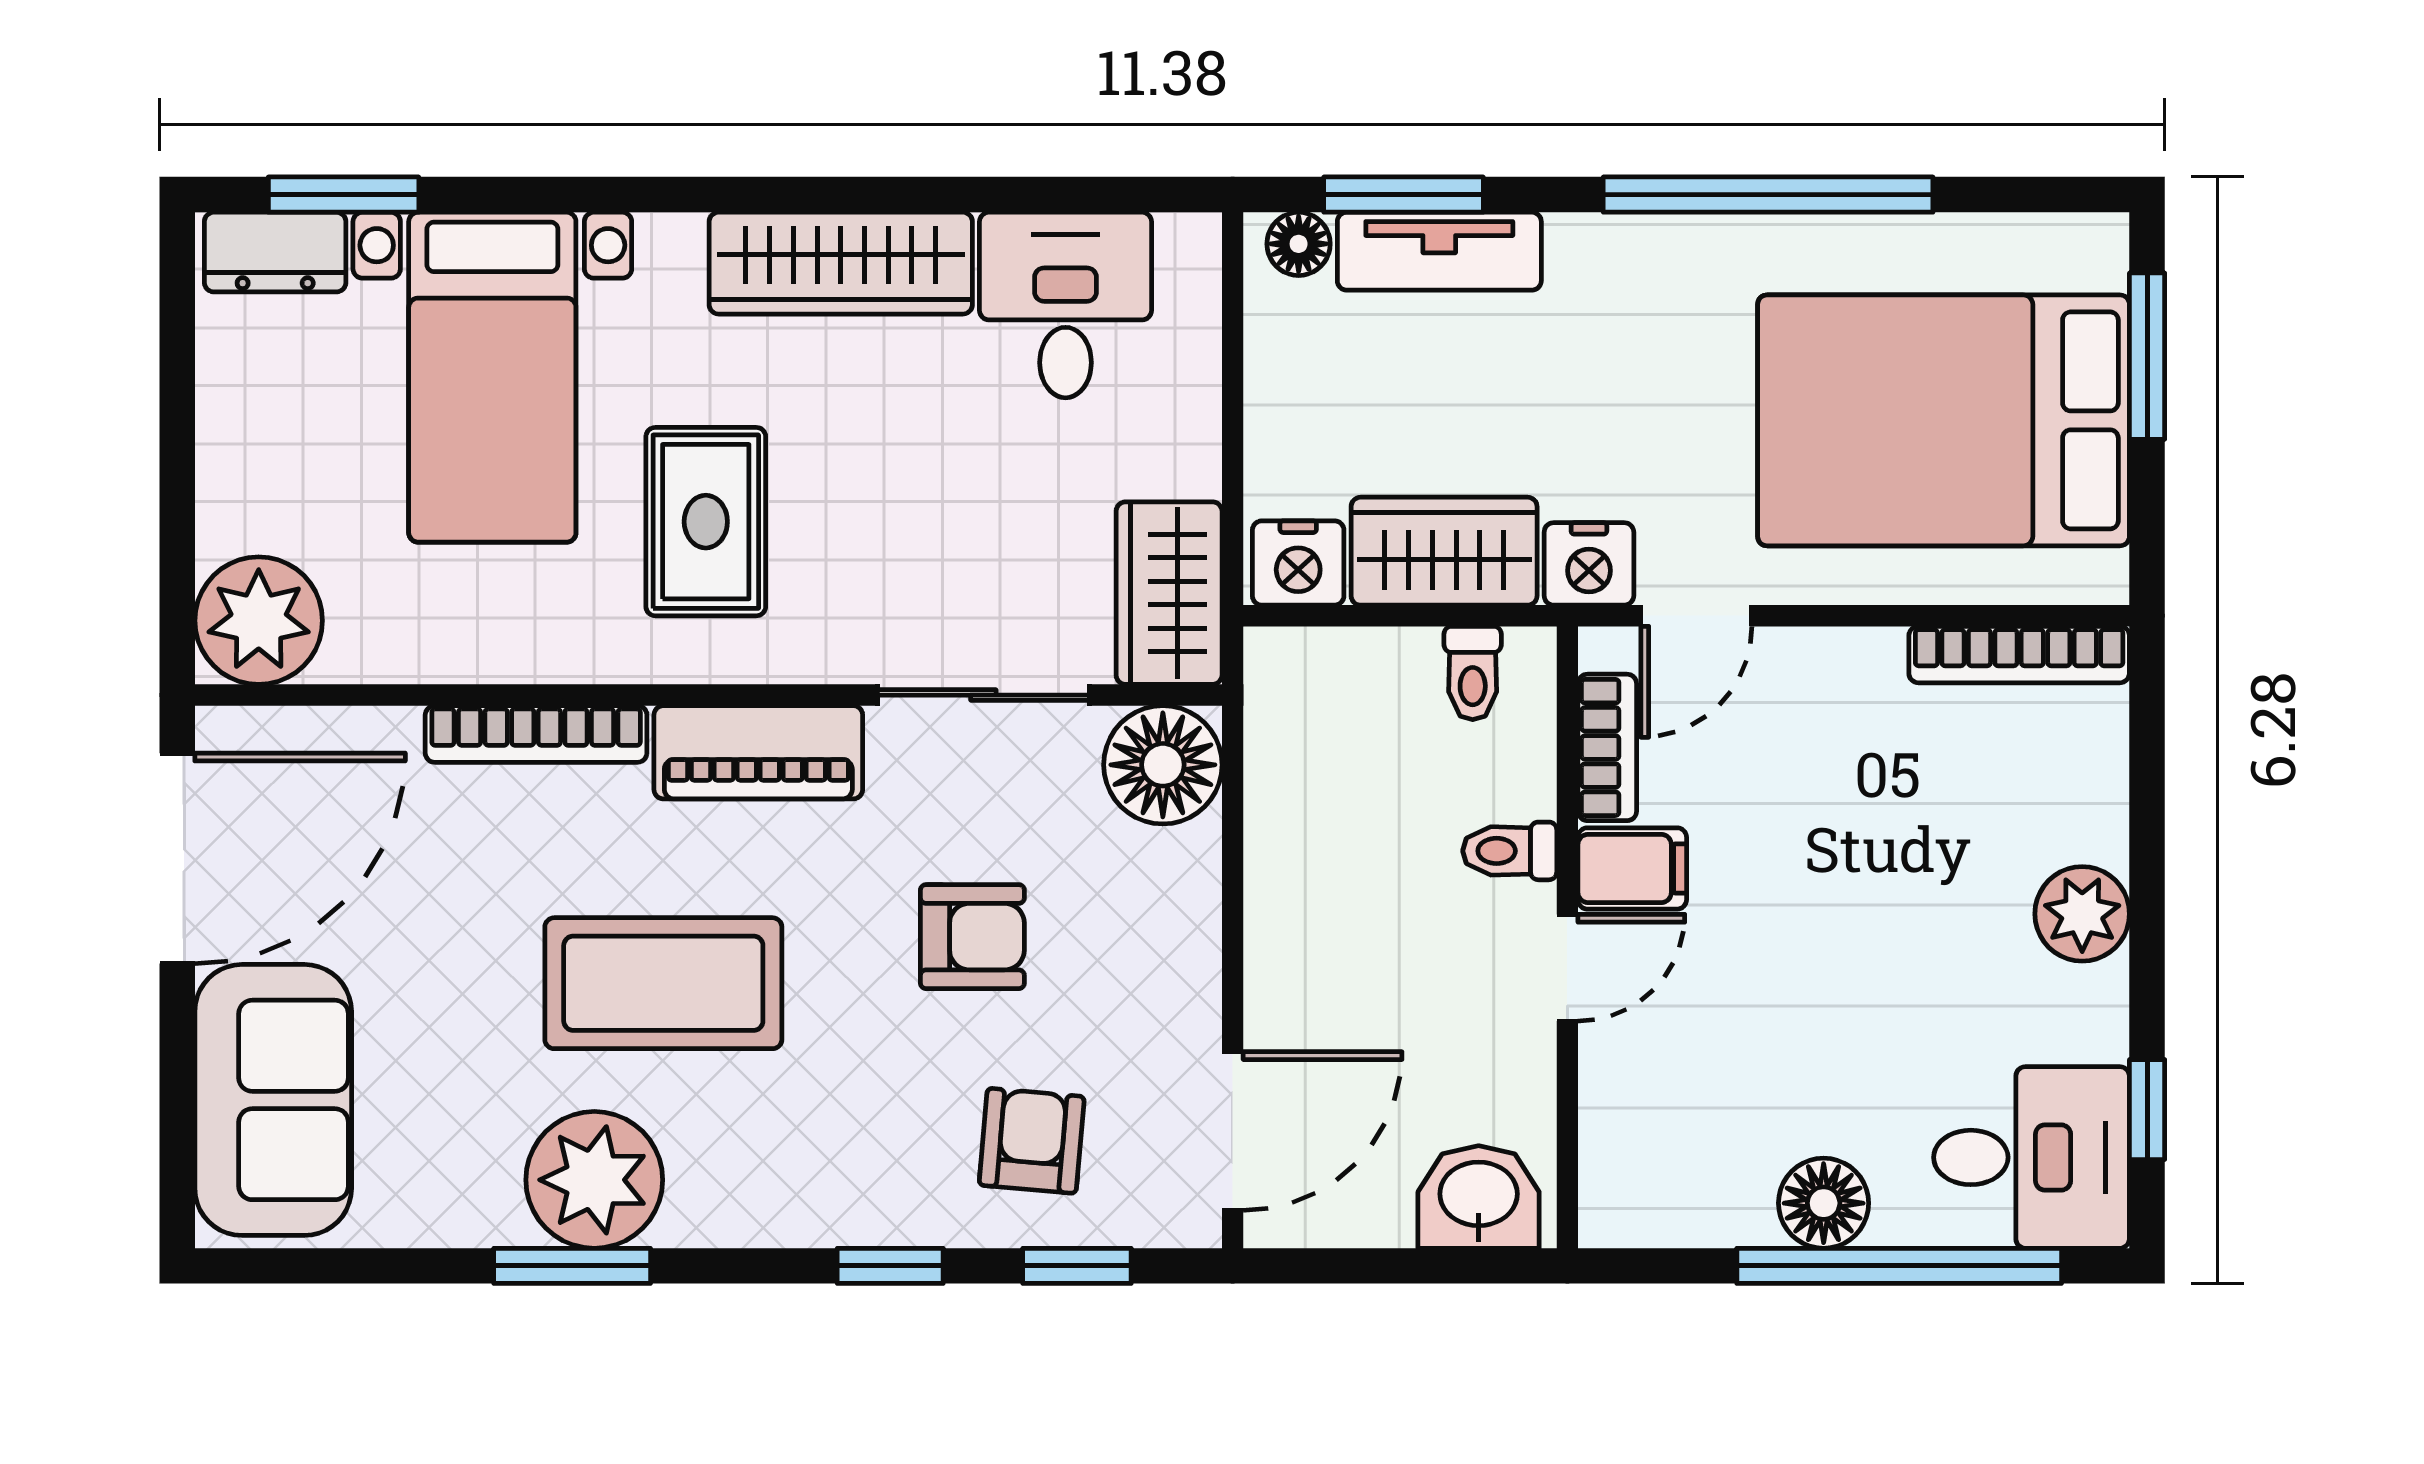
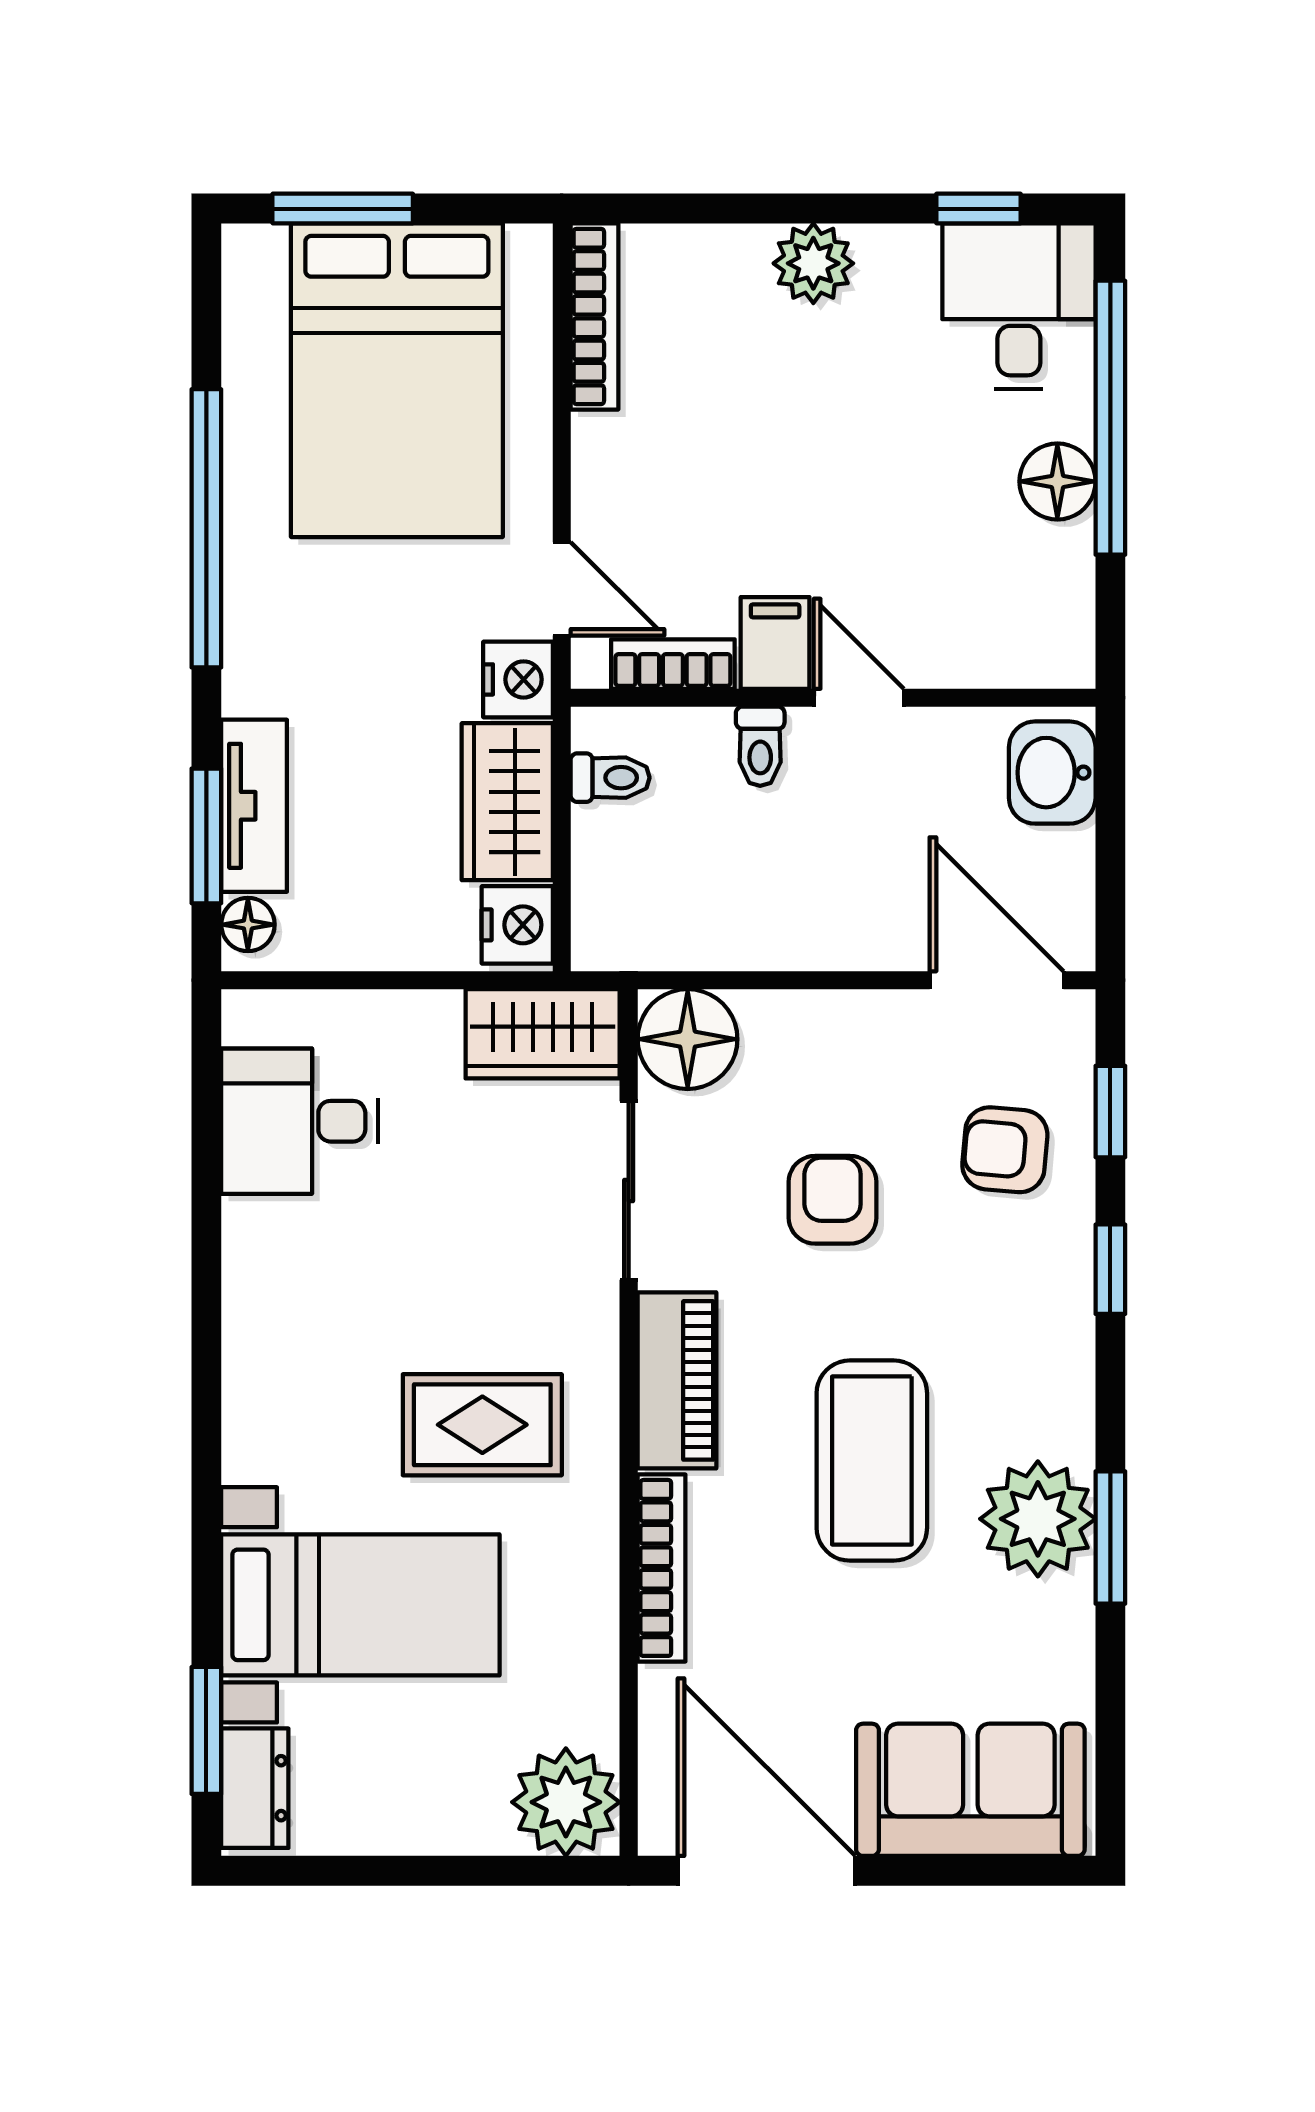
wardrobe: (841, 263) -> (264, 1311), removed

